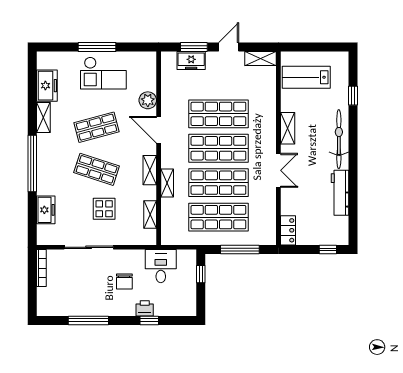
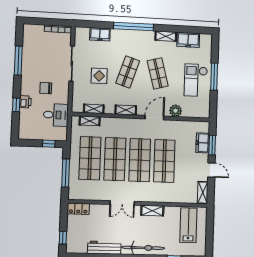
shelving: (167, 183) -> (90, 121), moved

